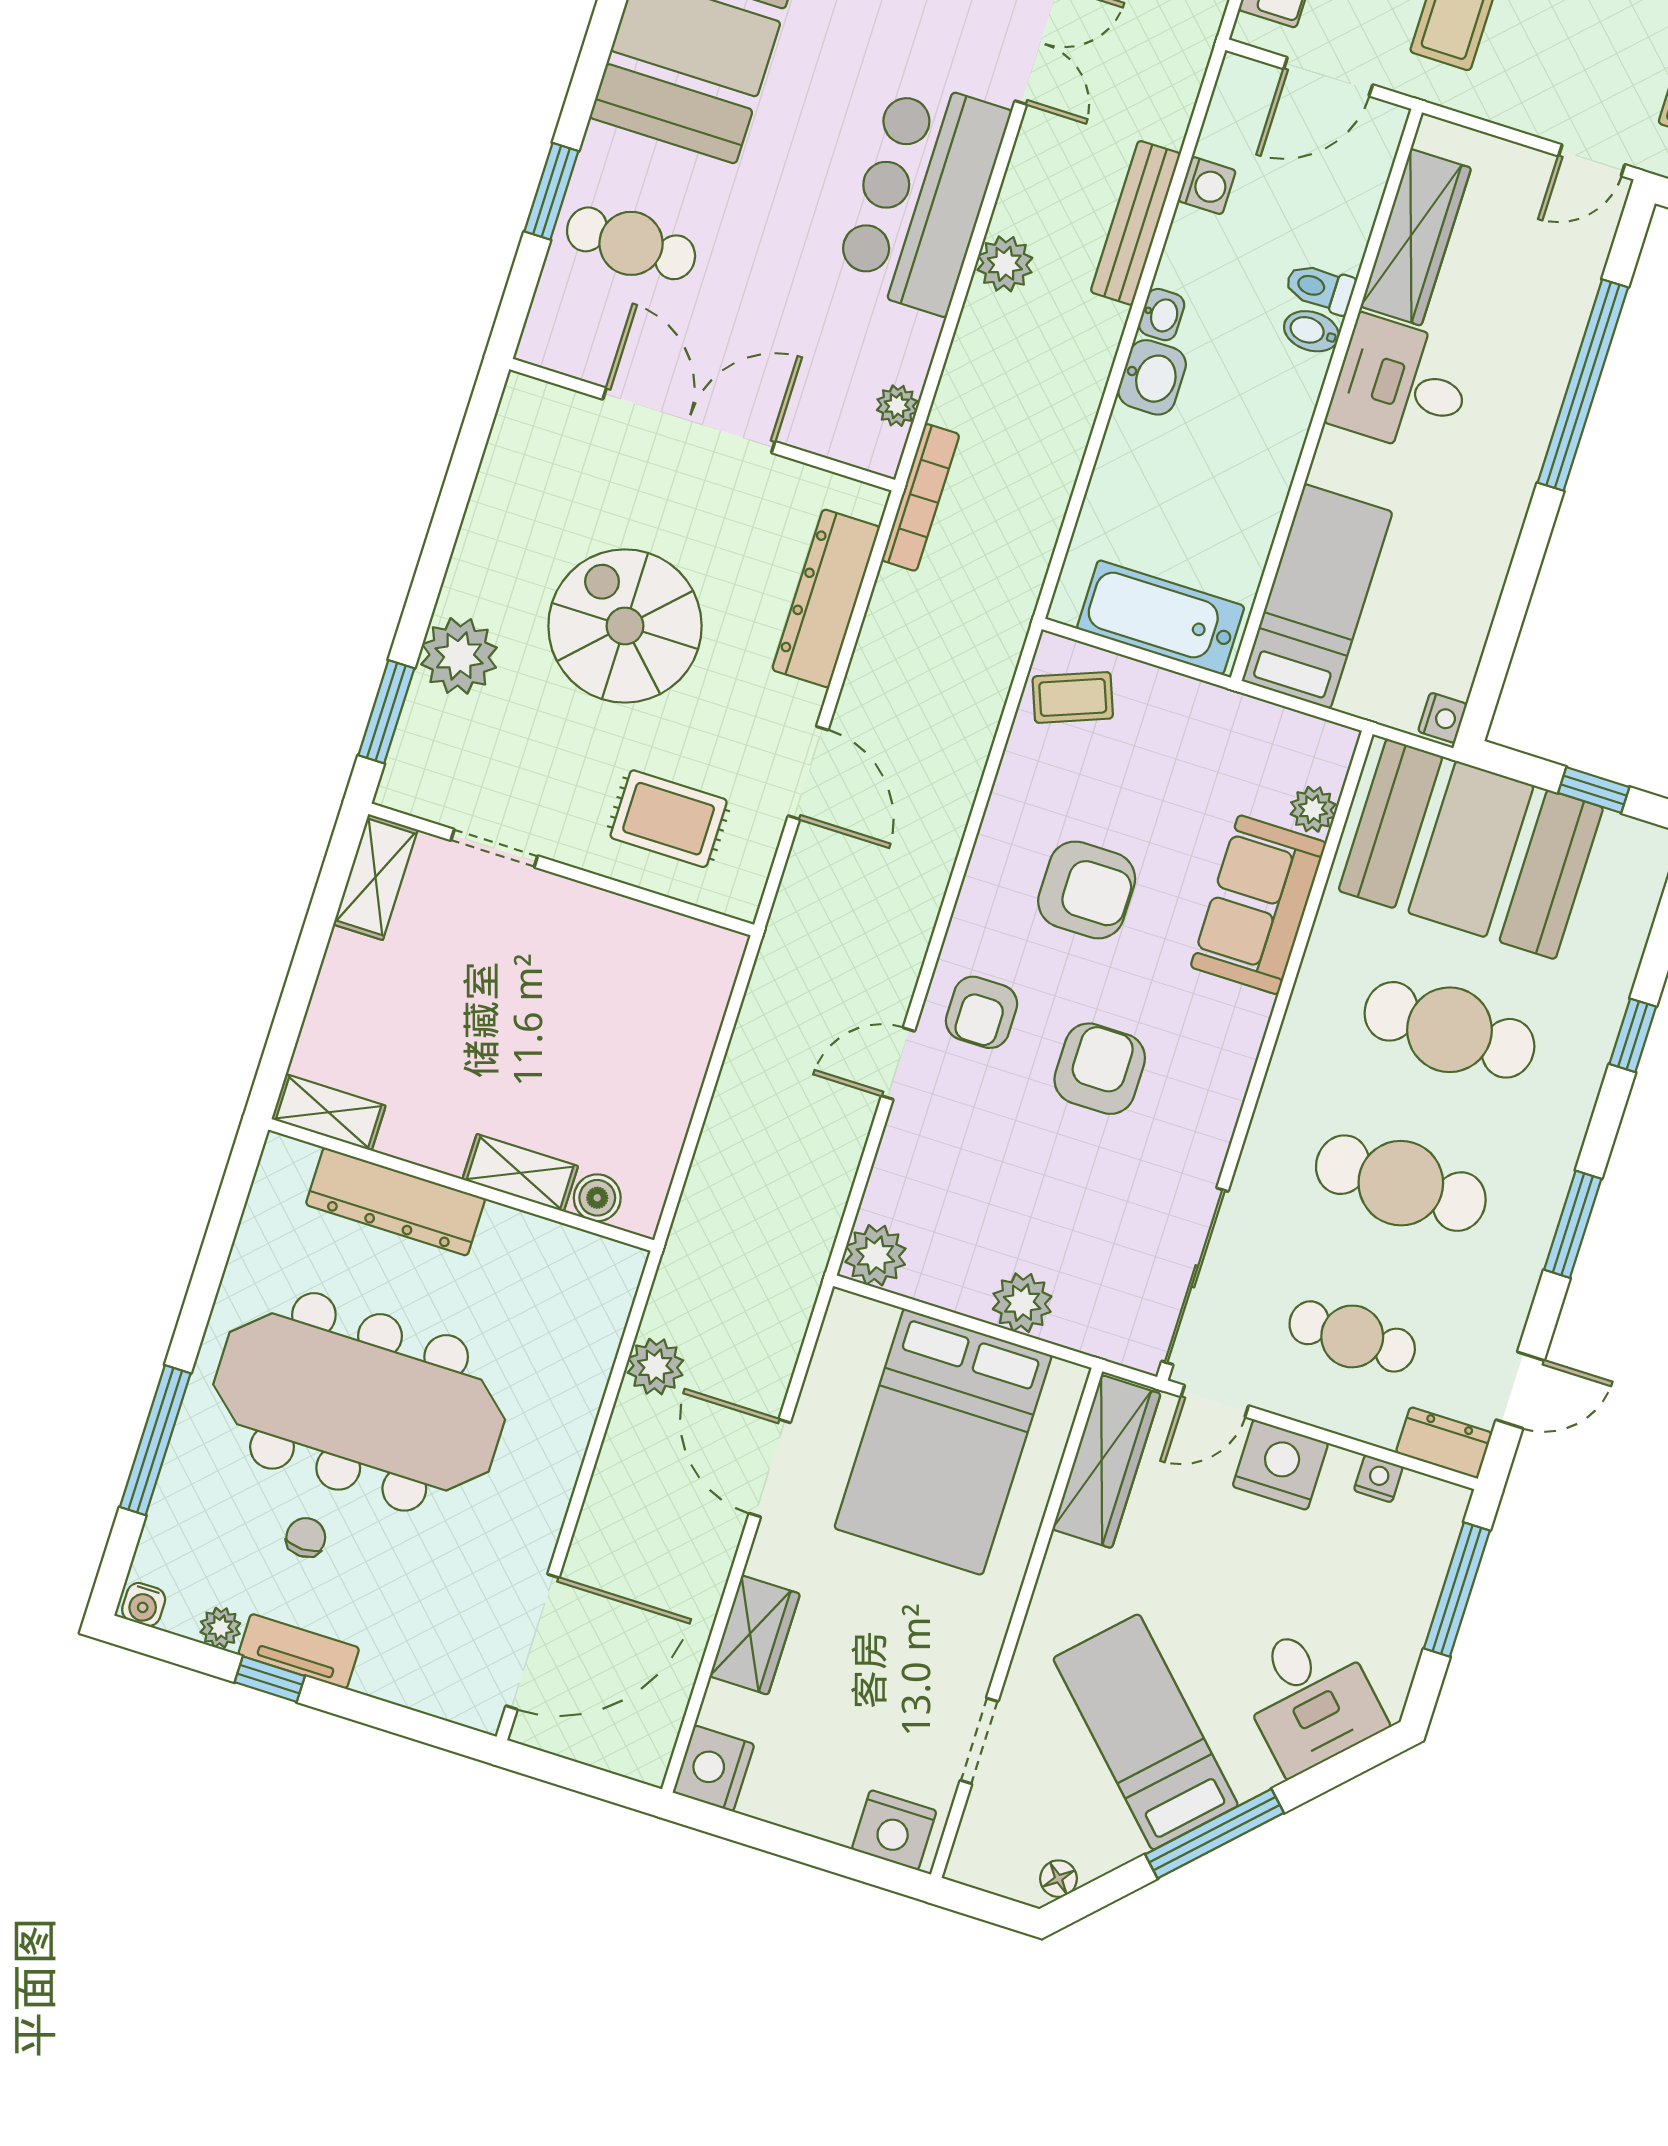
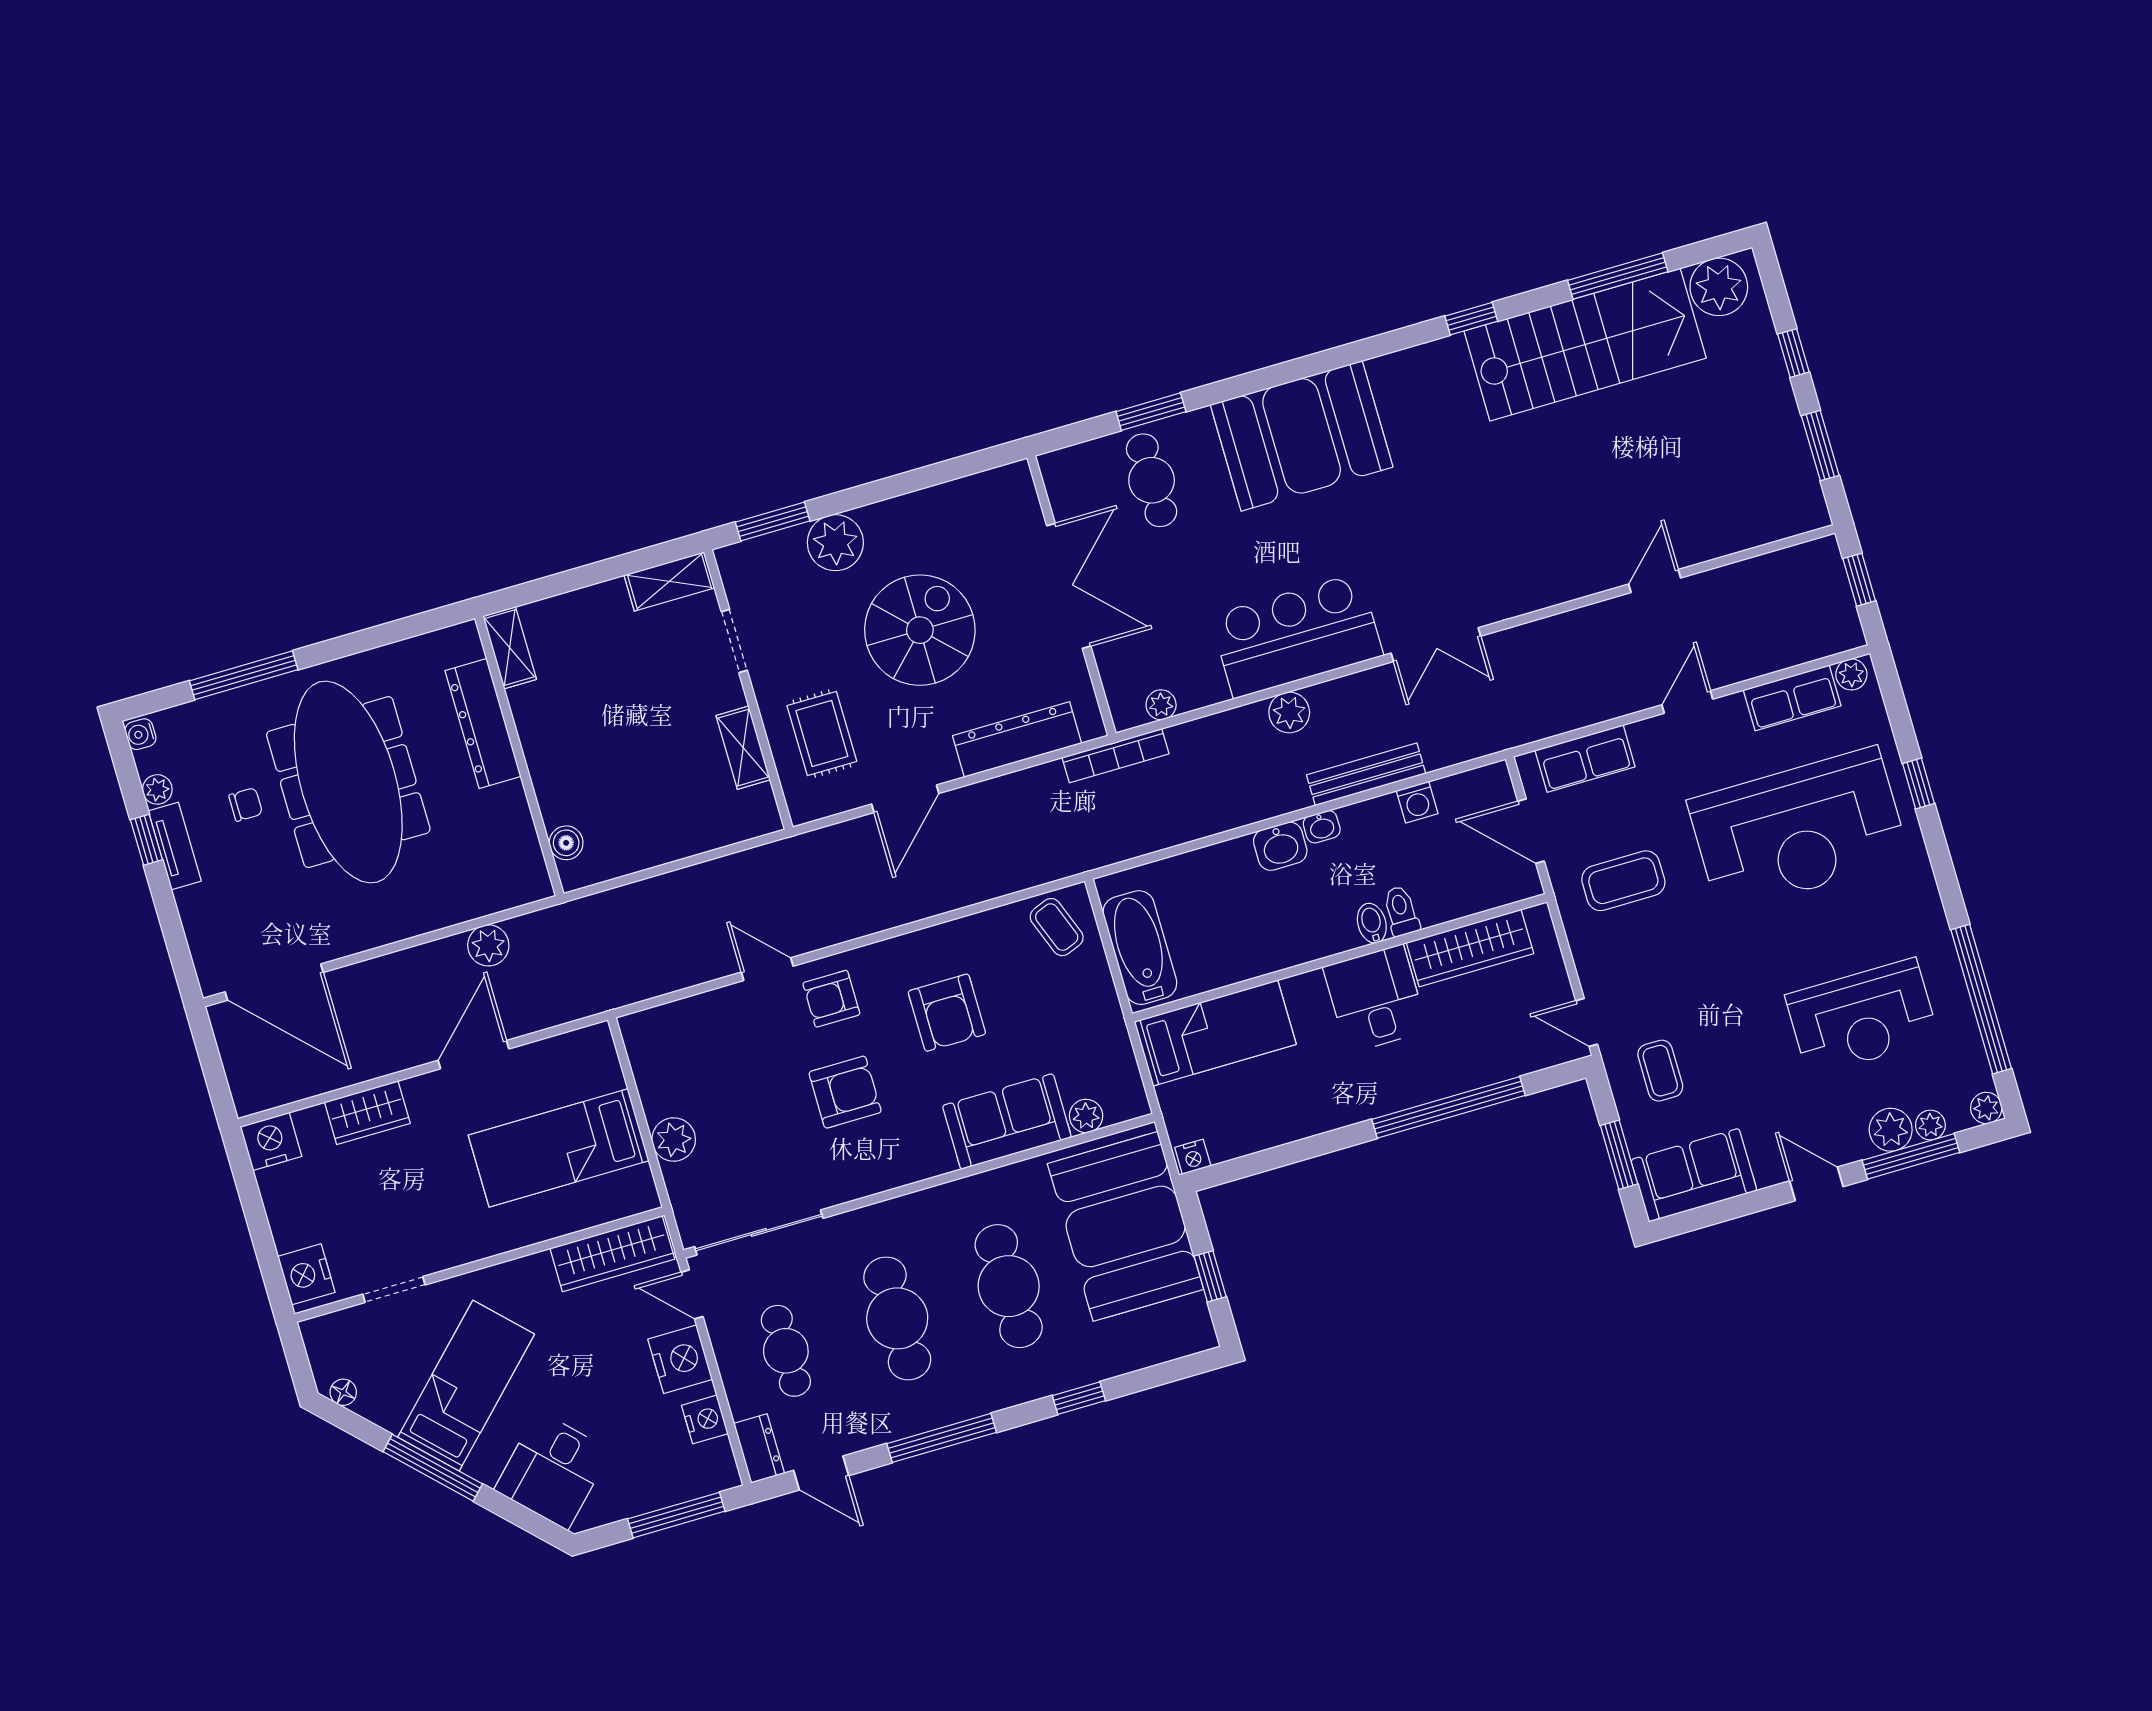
shelving: (520, 1173) -> (743, 748), moved
window: (1573, 1224) -> (942, 1438), width x1.44
plant: (875, 1255) -> (643, 1033), removed
bed: (943, 1442) -> (559, 1148), width x0.67
nightstand: (1378, 1479) -> (705, 1419), width x1.39, depth x1.35

